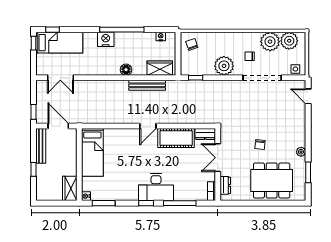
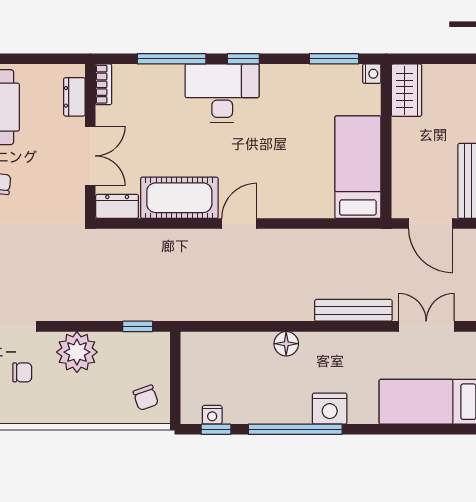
window: (52, 30) -> (216, 429), moved
wardrobe: (160, 68) -> (214, 347), removed
bench: (147, 85) -> (353, 310), moved

